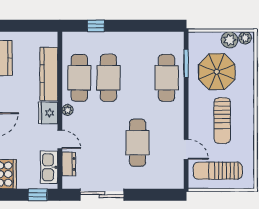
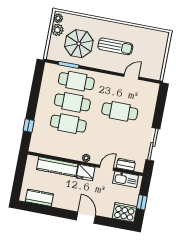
cafe table: (79, 78) -> (72, 102), moved
sun lounger: (218, 171) -> (151, 57), removed
window: (38, 195) -> (142, 202), moved

